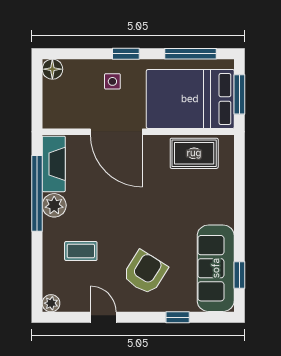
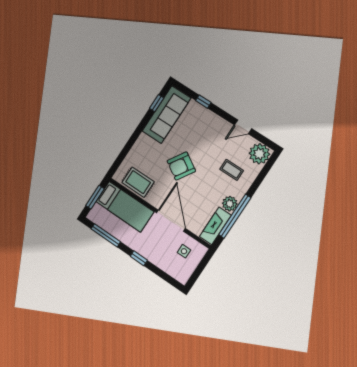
floor lamp: (52, 69) -> (183, 277), removed
side table: (112, 81) -> (184, 251), moved
bed: (190, 99) -> (125, 207), width x0.67
armchair: (145, 272) -> (181, 166), moved
plant: (51, 303) -> (259, 154), width x1.87, depth x1.87
door: (103, 317) -> (243, 127), hinge flipped

